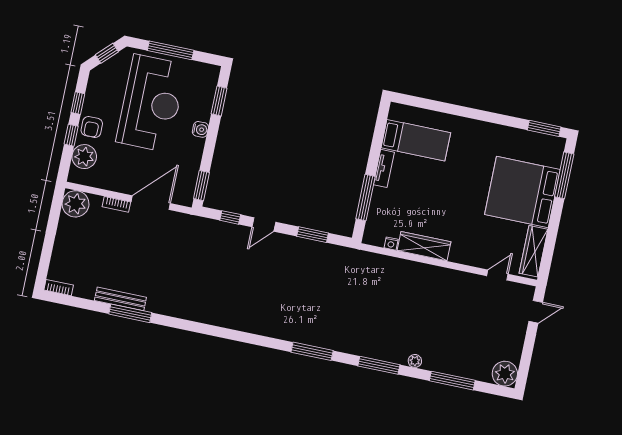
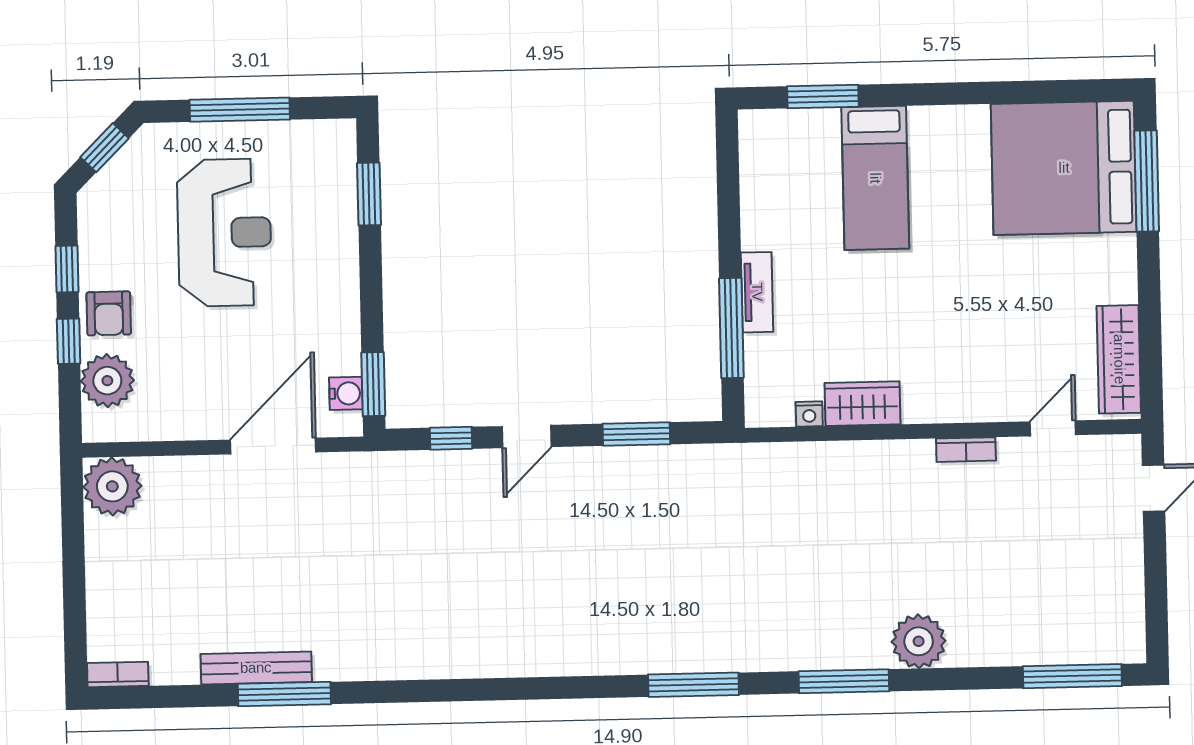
reception desk: (151, 103) -> (224, 233), width x0.74, depth x0.77
window: (544, 128) -> (823, 96), moved
water cooler: (200, 129) -> (346, 393), moved
bed: (416, 140) -> (875, 178), moved, turned 90
tv unit: (384, 168) -> (757, 292), moved
bed: (522, 192) -> (1064, 168), moved
bookcase: (116, 204) -> (966, 450), moved
wardrobe: (424, 246) -> (862, 404), width x0.67
plant: (415, 361) -> (919, 641), width x1.88, depth x1.88
plant: (505, 374) -> (1118, 636), removed
window: (452, 381) -> (1072, 676), moved

